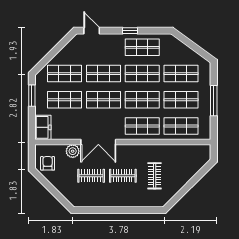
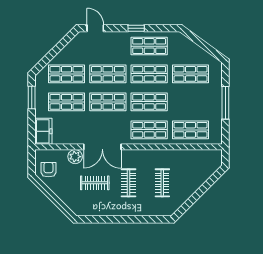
shop shelf: (181, 100) -> (191, 102), removed
clothes rail: (123, 176) -> (129, 183), turned 90

